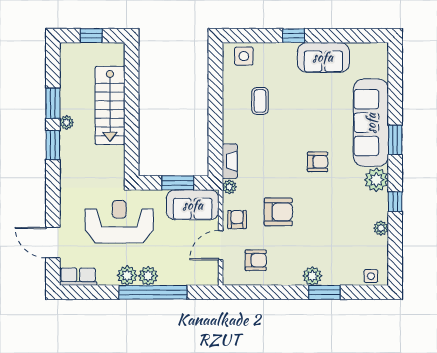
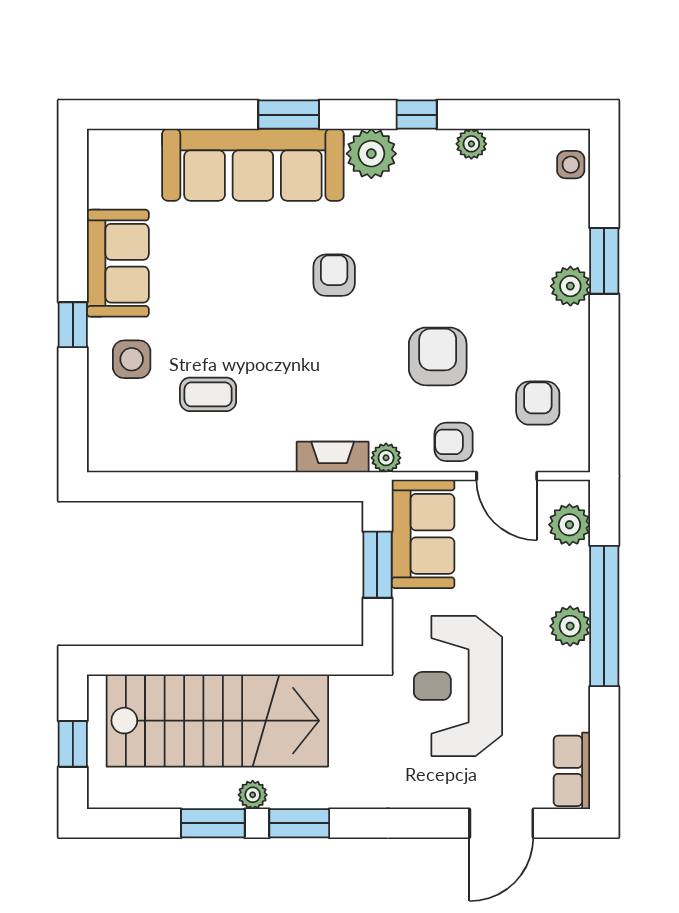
side table: (244, 56) -> (132, 359), moved
stairs: (110, 105) -> (217, 721), width x1.36, depth x1.51
plant: (127, 276) -> (569, 525), moved

